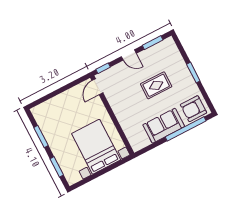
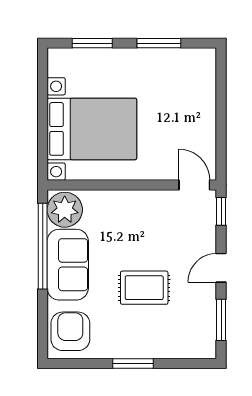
rug: (156, 85) -> (144, 288), turned 90
window: (186, 129) -> (43, 246), moved
plant: (139, 140) -> (65, 210), added

